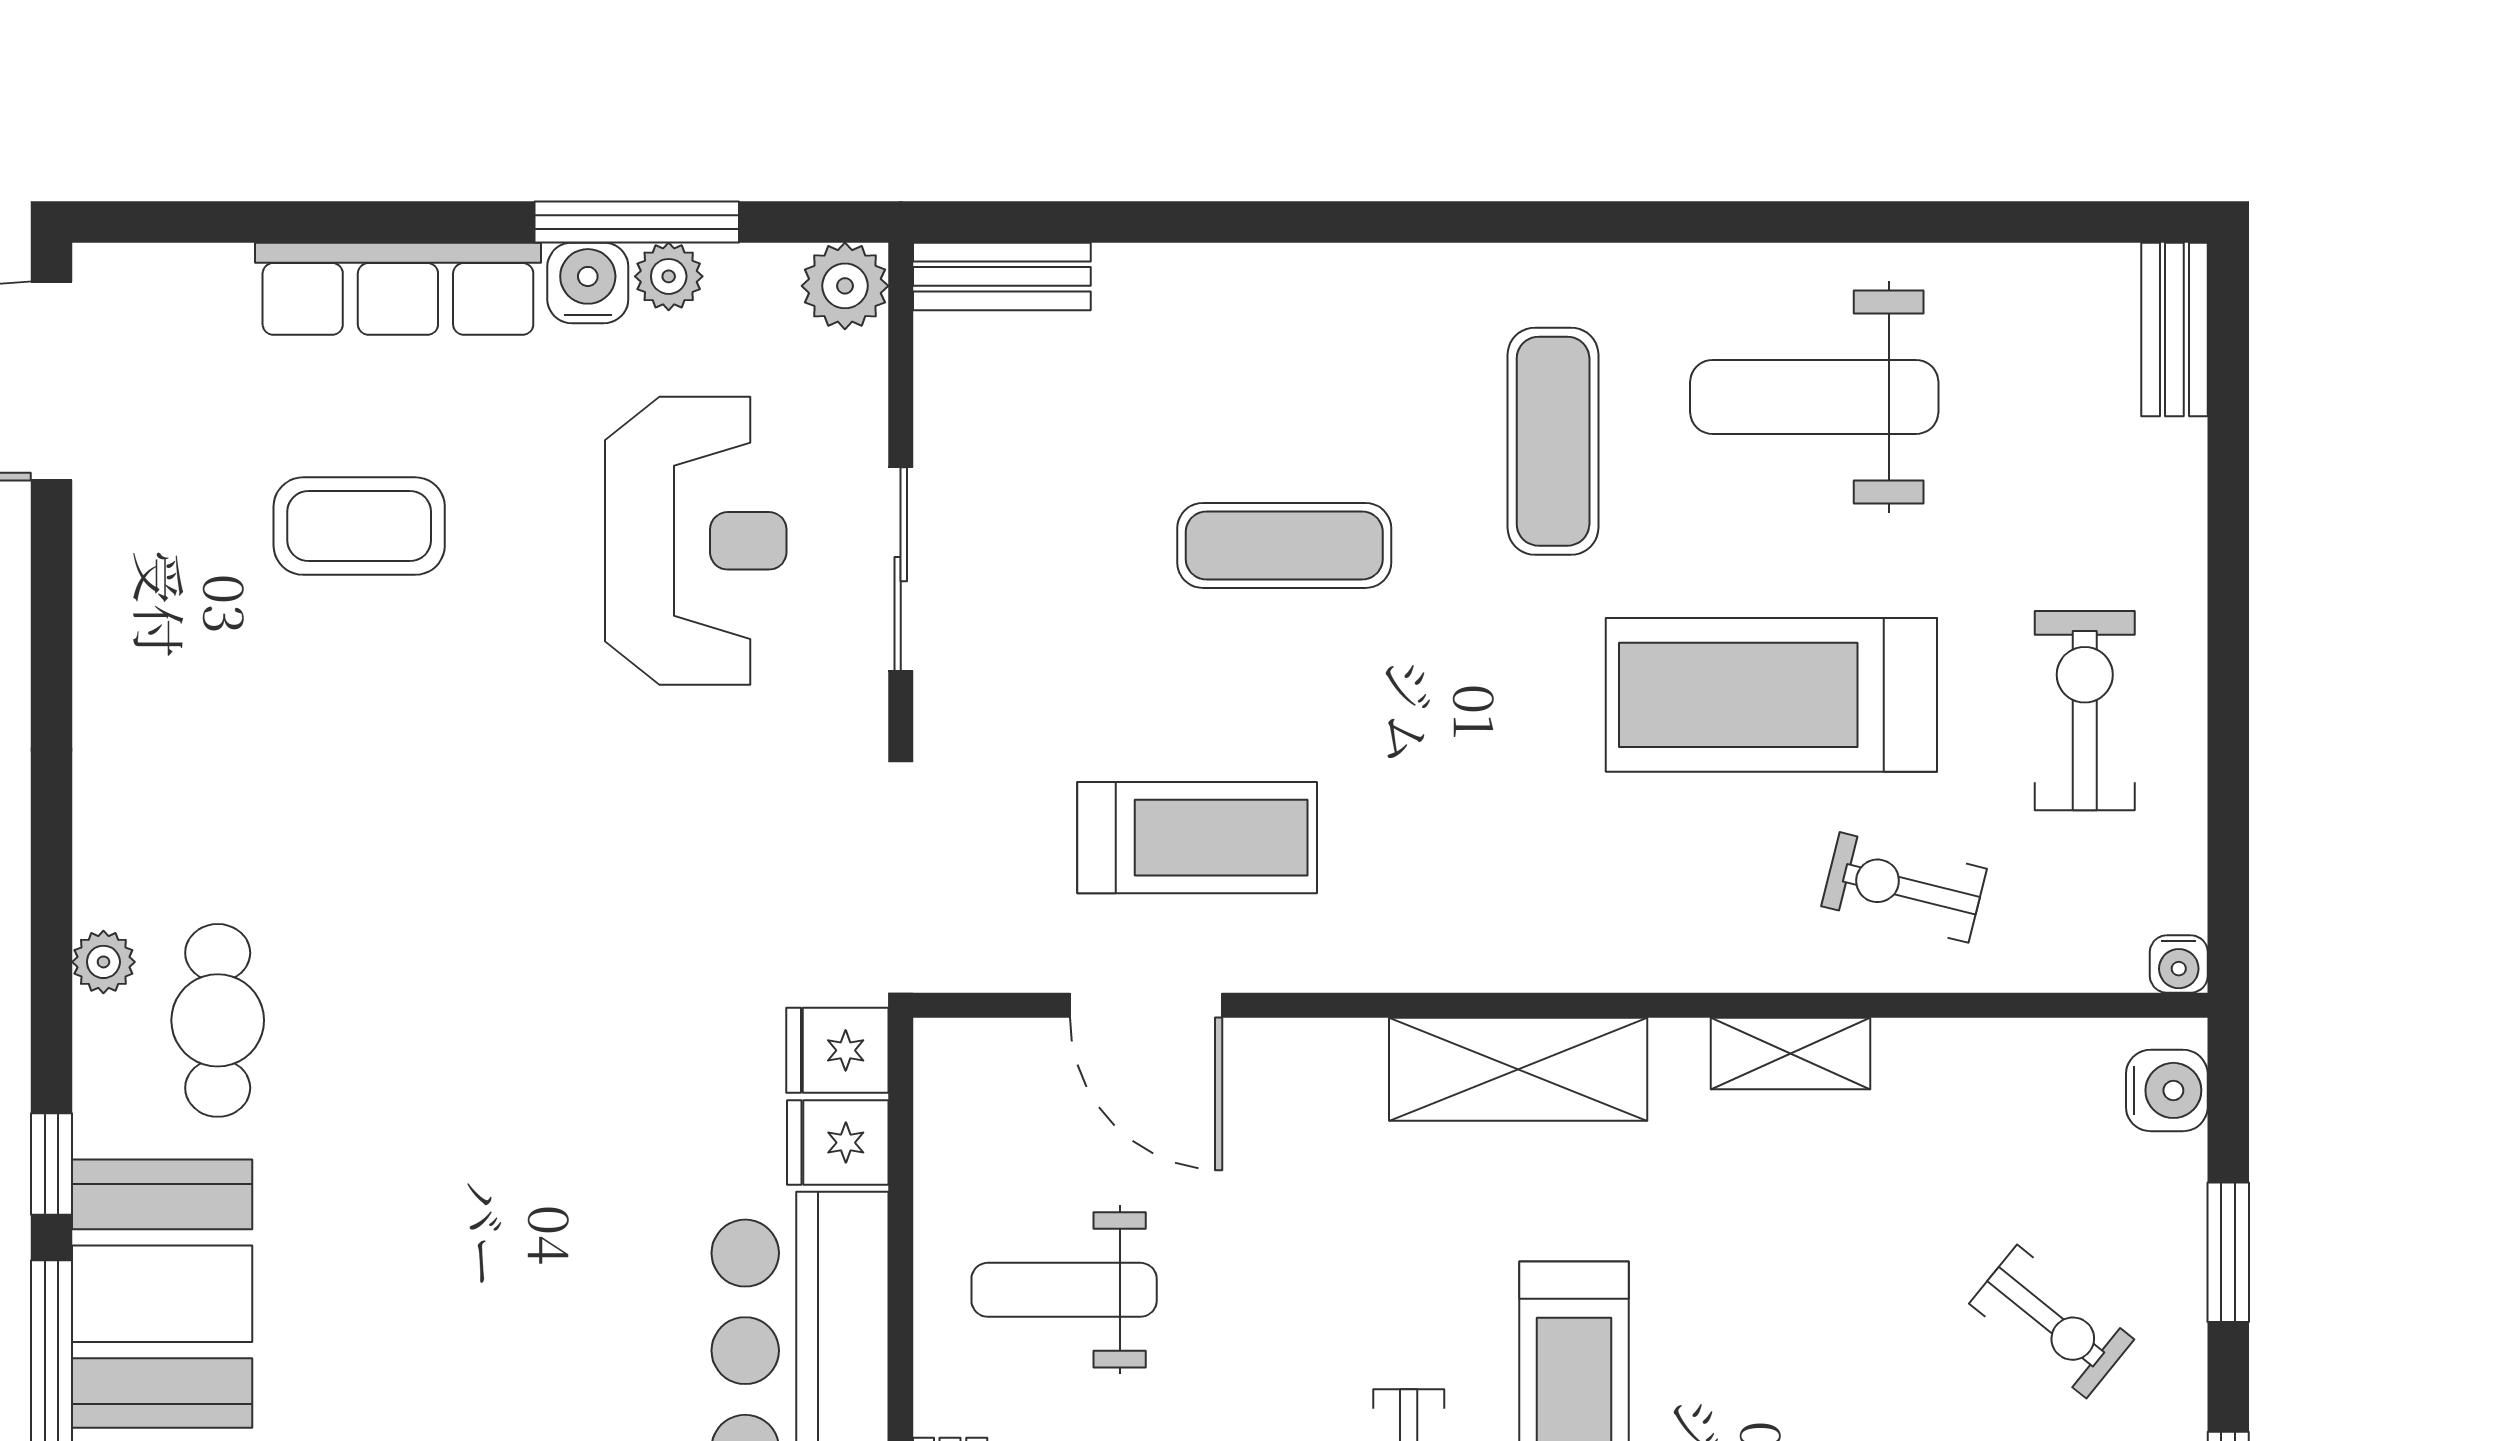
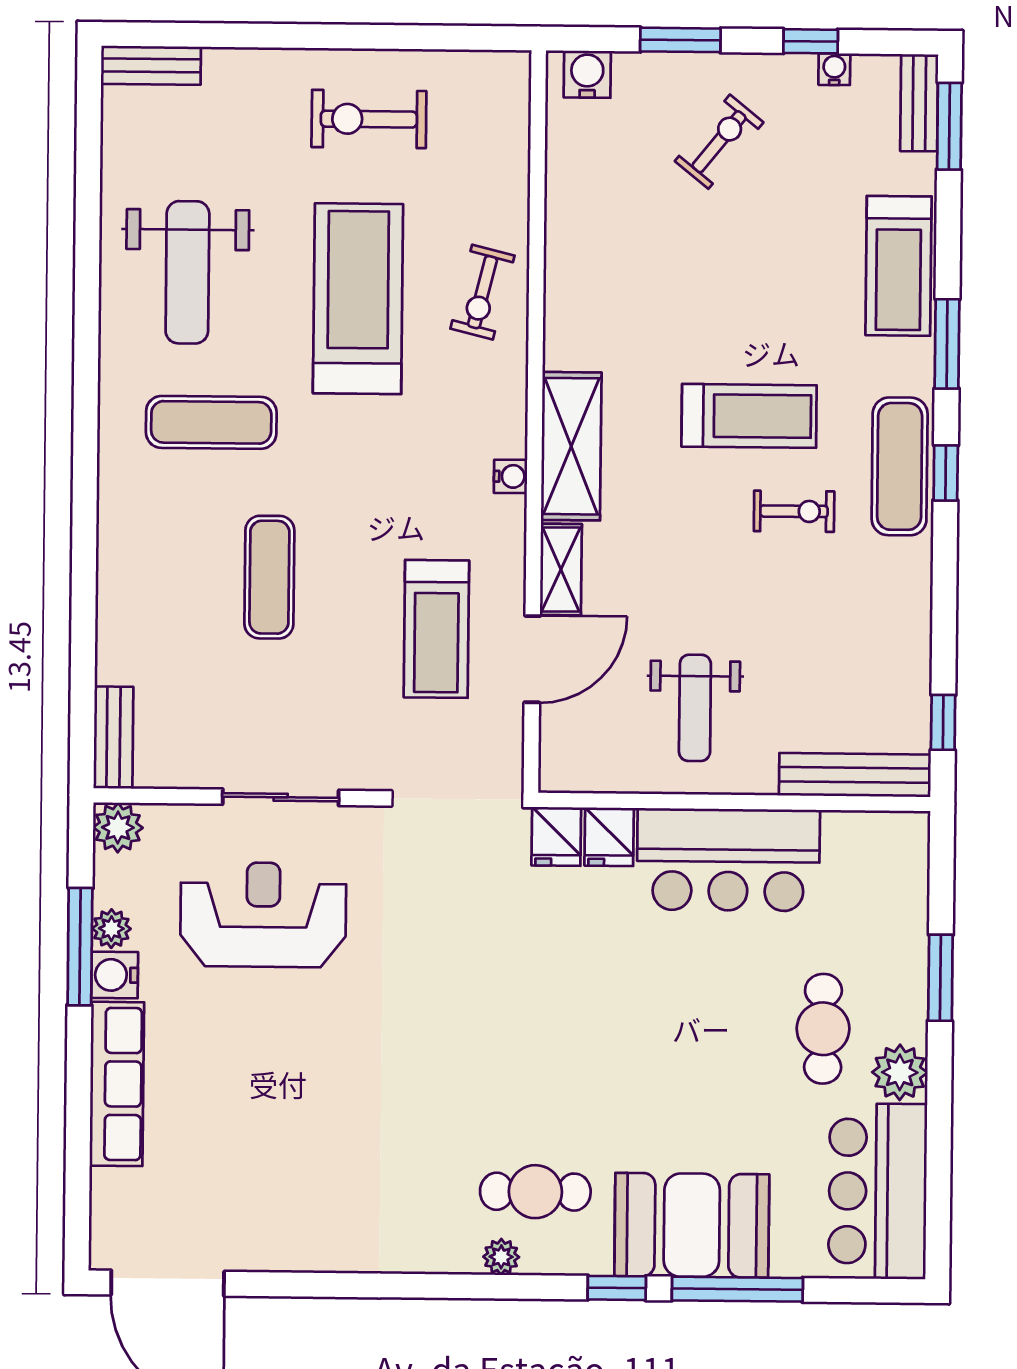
coffee table: (359, 526) -> (253, 1108), removed
treadmill: (1771, 695) -> (358, 299), turned 180
treadmill: (1197, 838) -> (436, 629), turned 180
exercise bike: (1904, 887) -> (482, 292), moved
water cooler: (2179, 964) -> (511, 476), moved
shelving: (1791, 1053) -> (561, 570), moved

